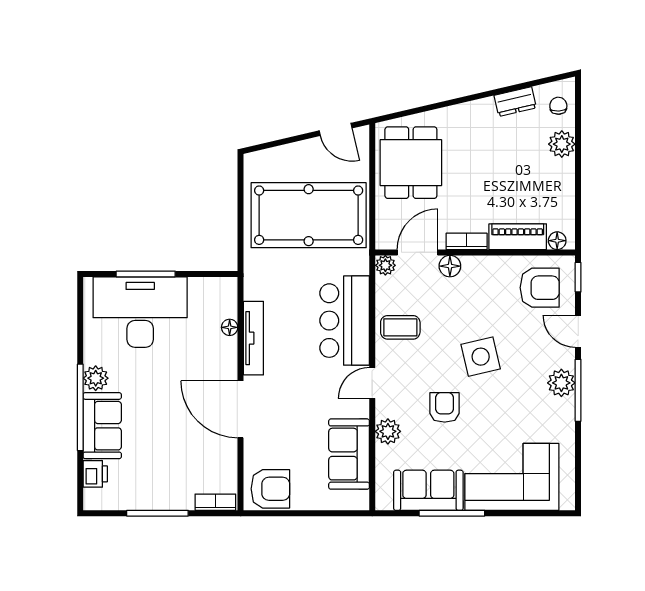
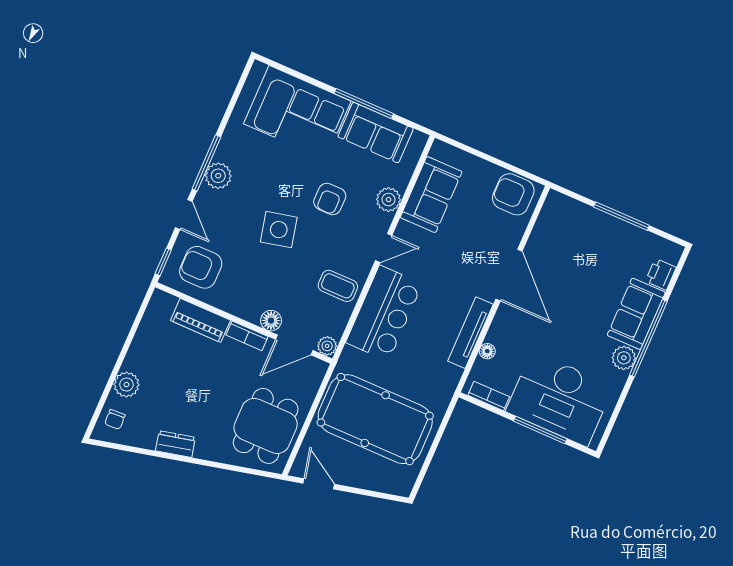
dresser: (515, 102) -> (175, 444), moved
floor lamp: (557, 241) -> (167, 302), removed
bookcase: (215, 502) -> (489, 396), moved, turned 180

